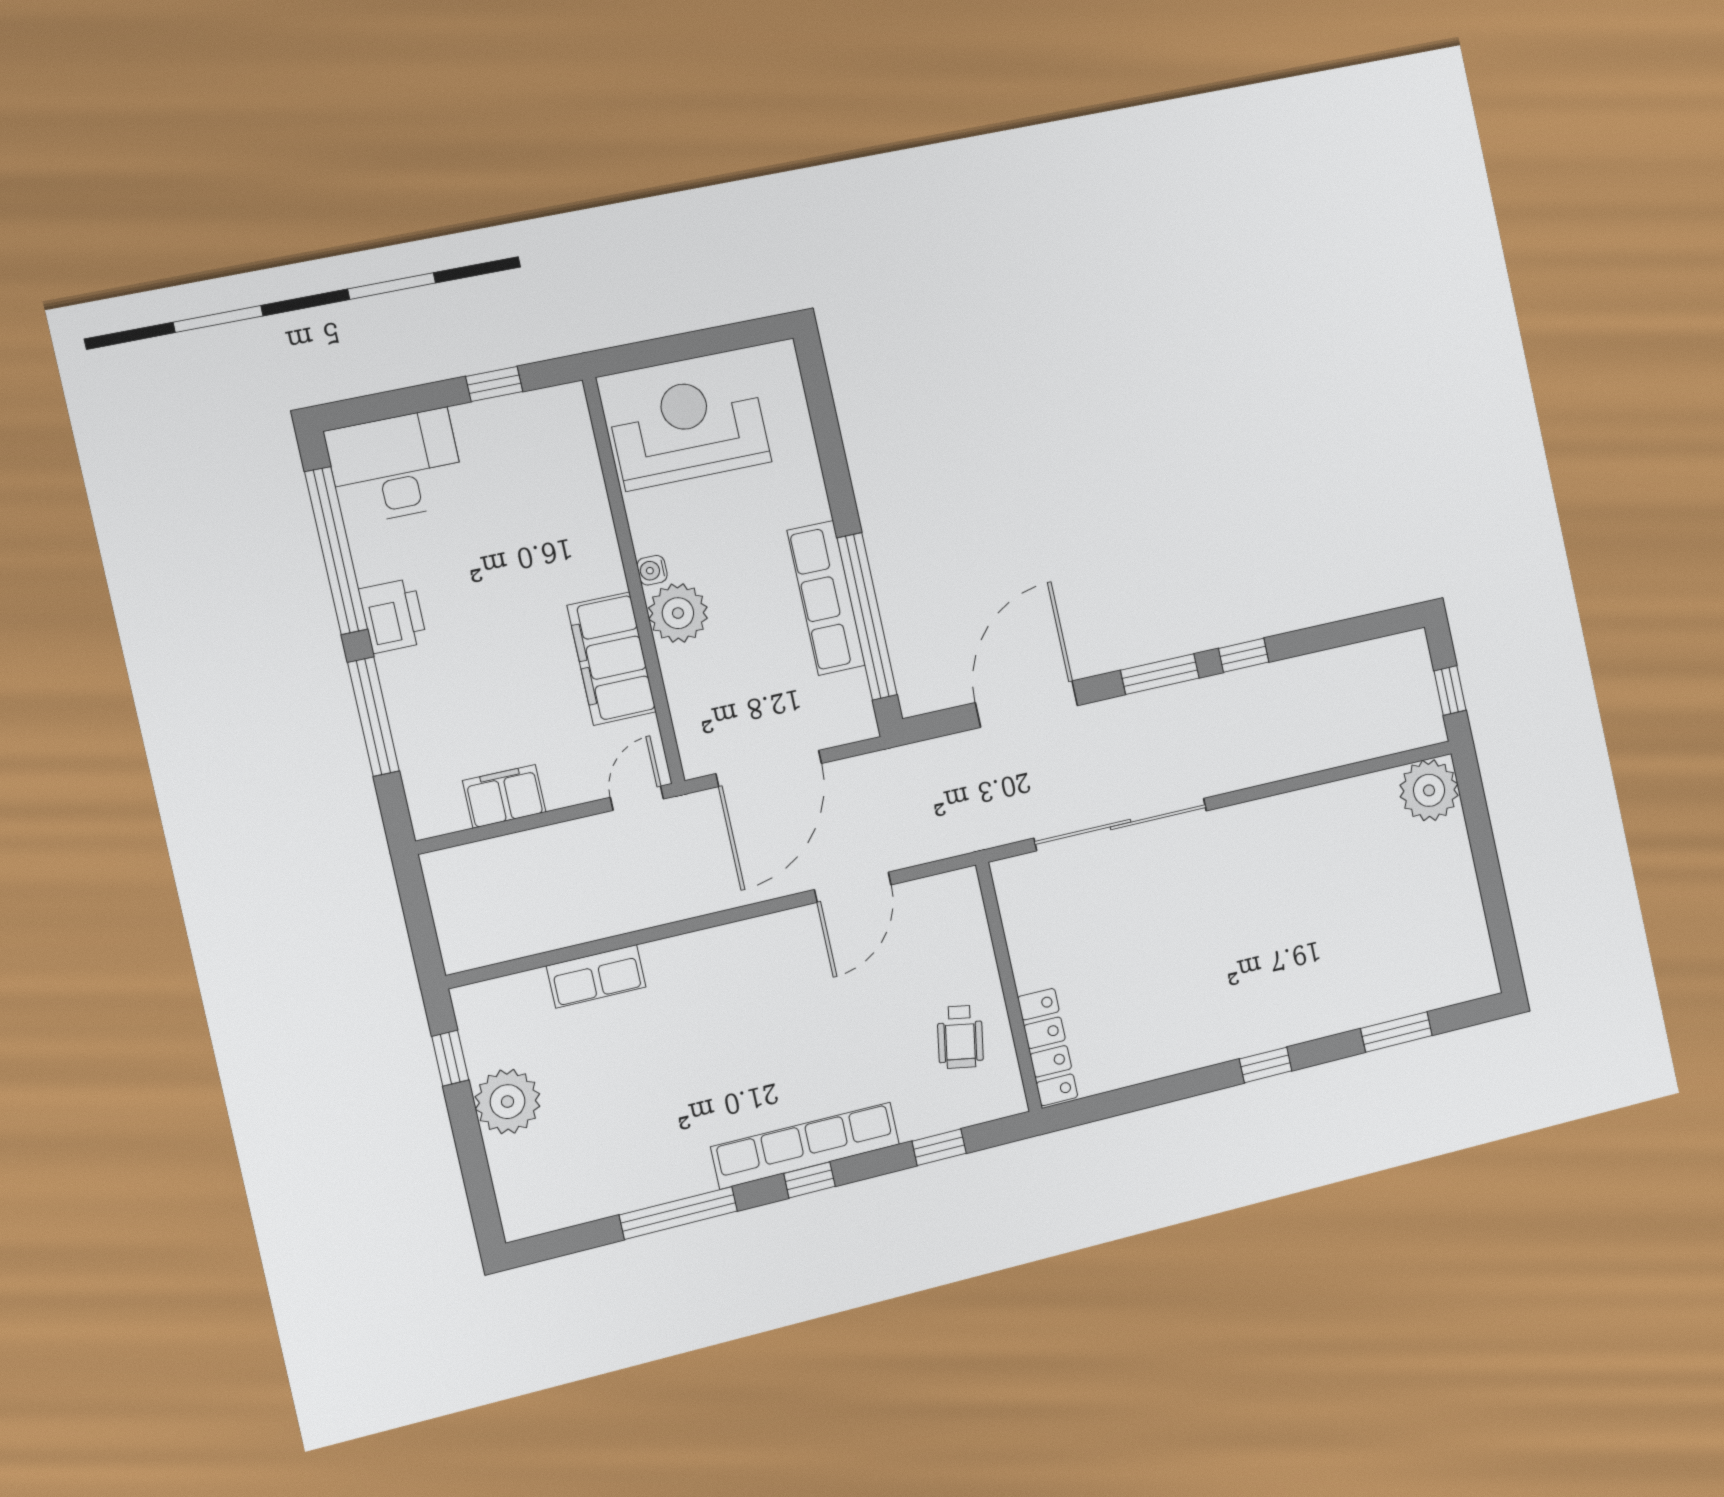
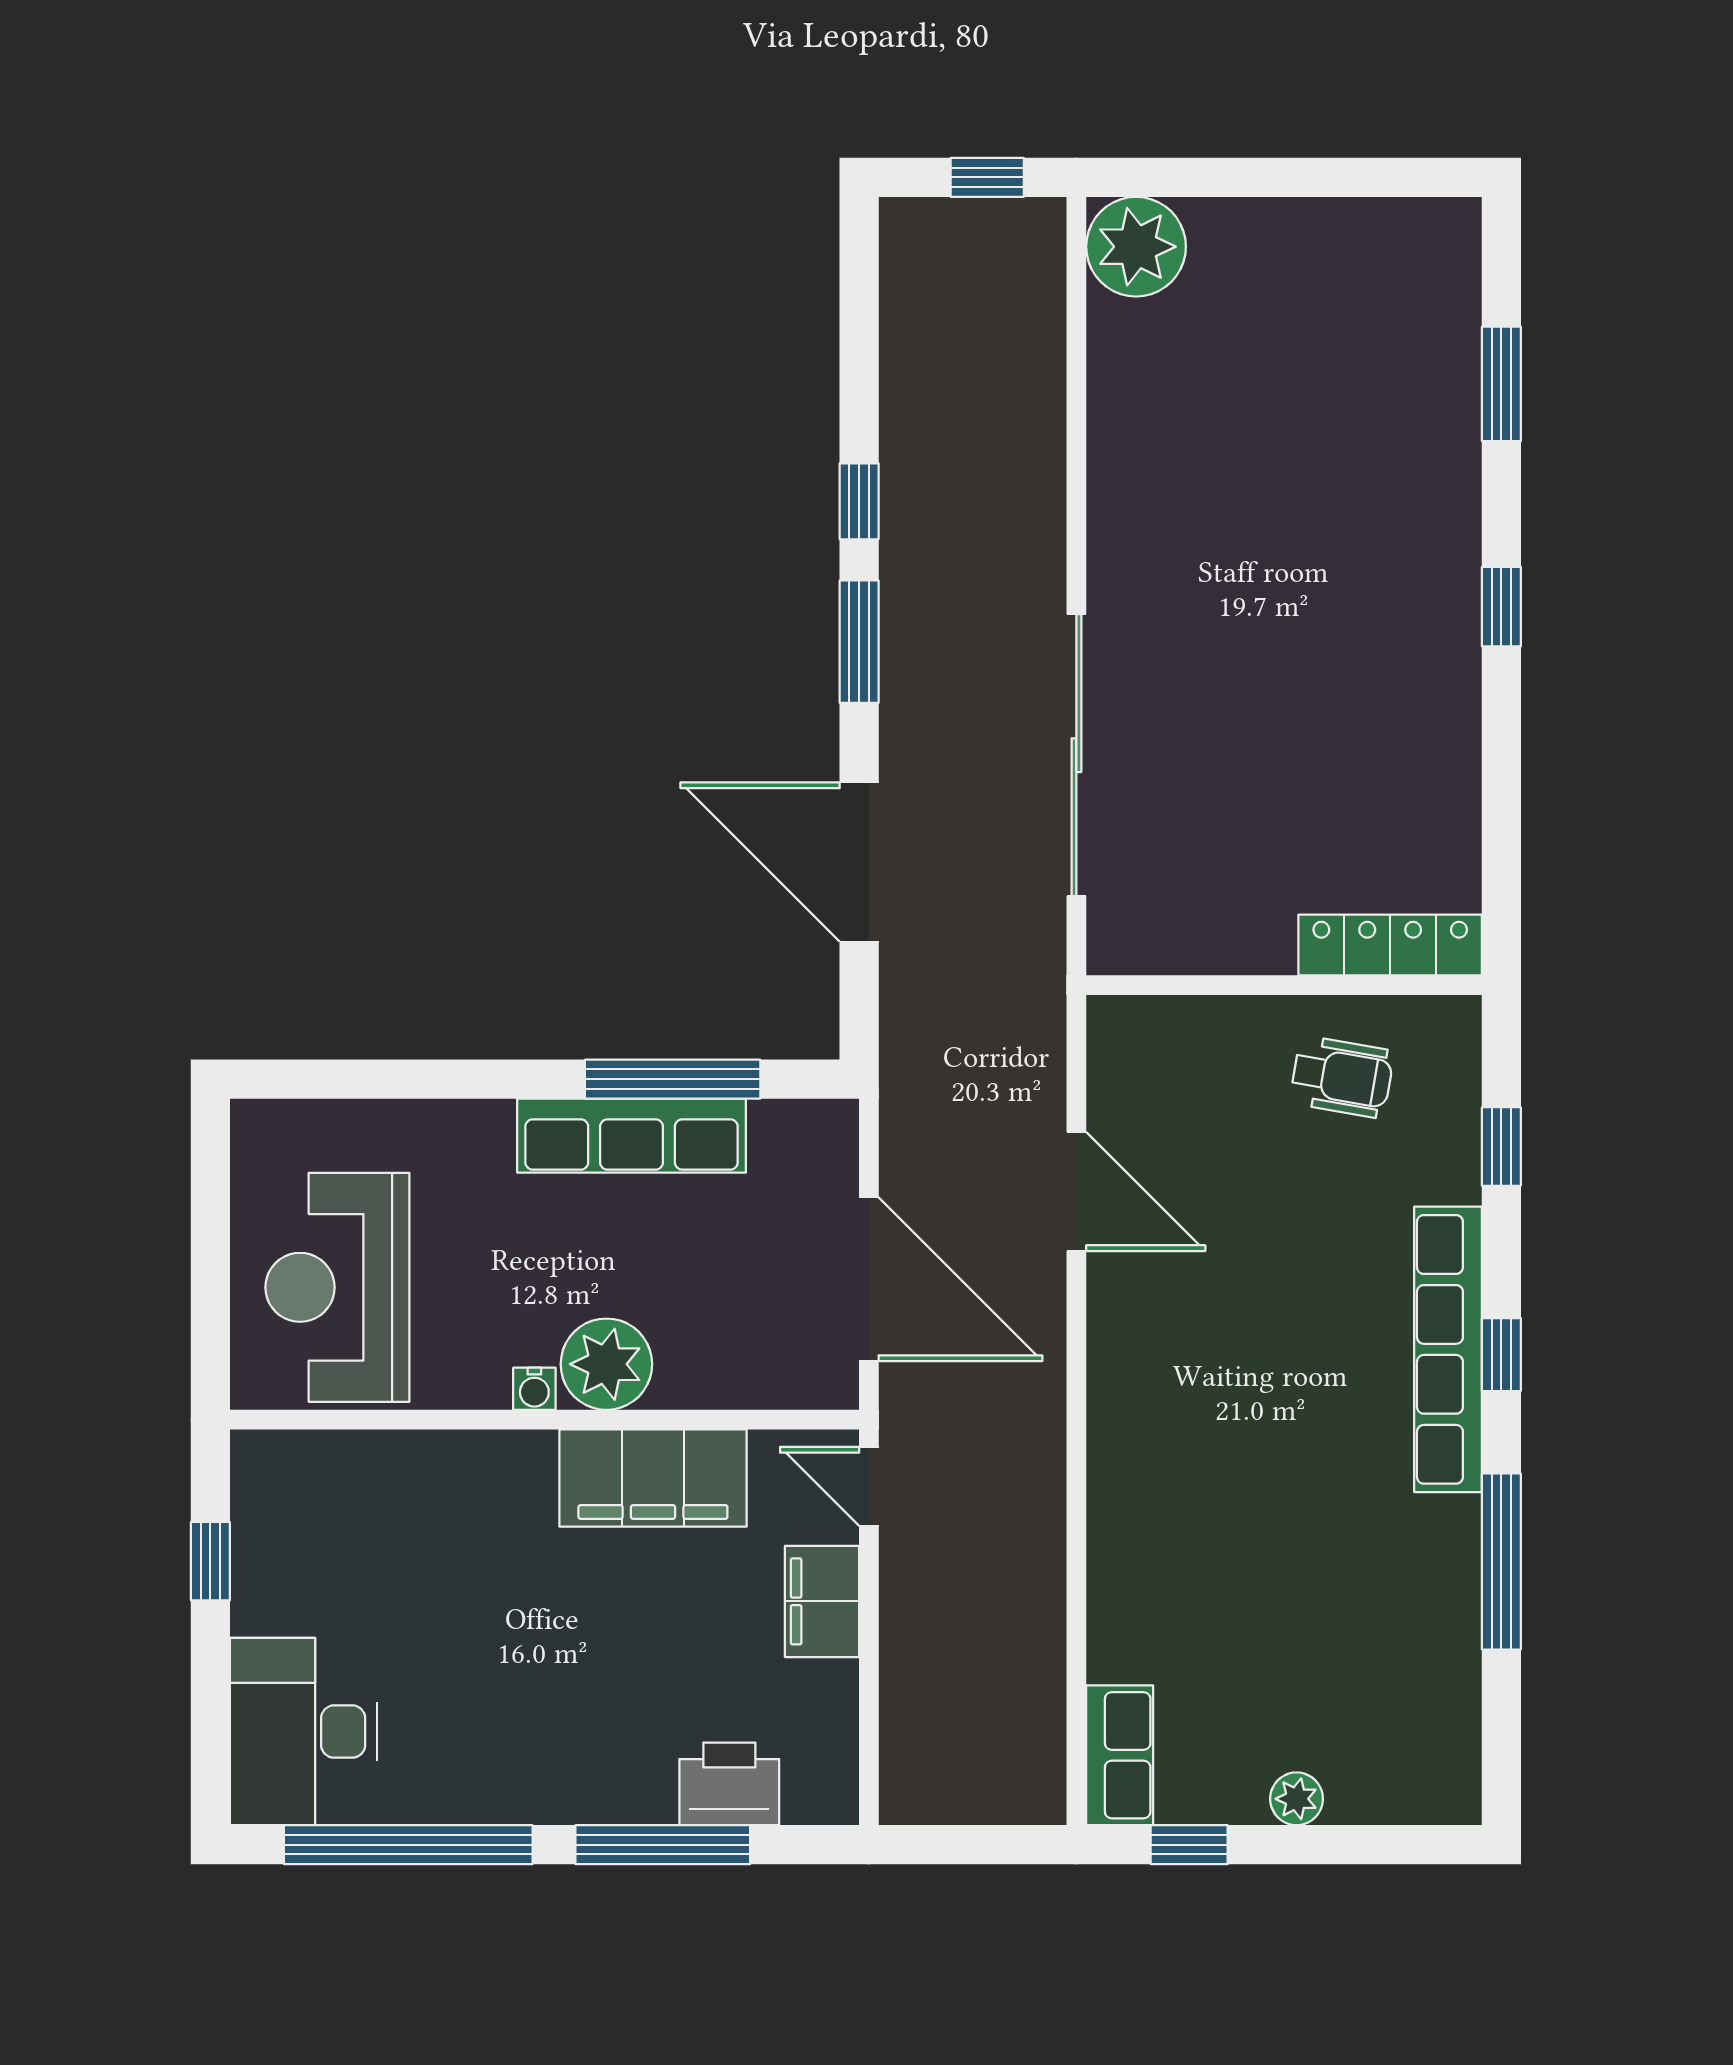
printer: (393, 616) -> (729, 1784), moved
window: (867, 616) -> (673, 1079), width x0.68
filing cabinet: (504, 796) -> (822, 1601), moved
row of seats: (596, 976) -> (1120, 1755), moved
plant: (508, 1102) -> (1297, 1799), width x0.53, depth x0.53

